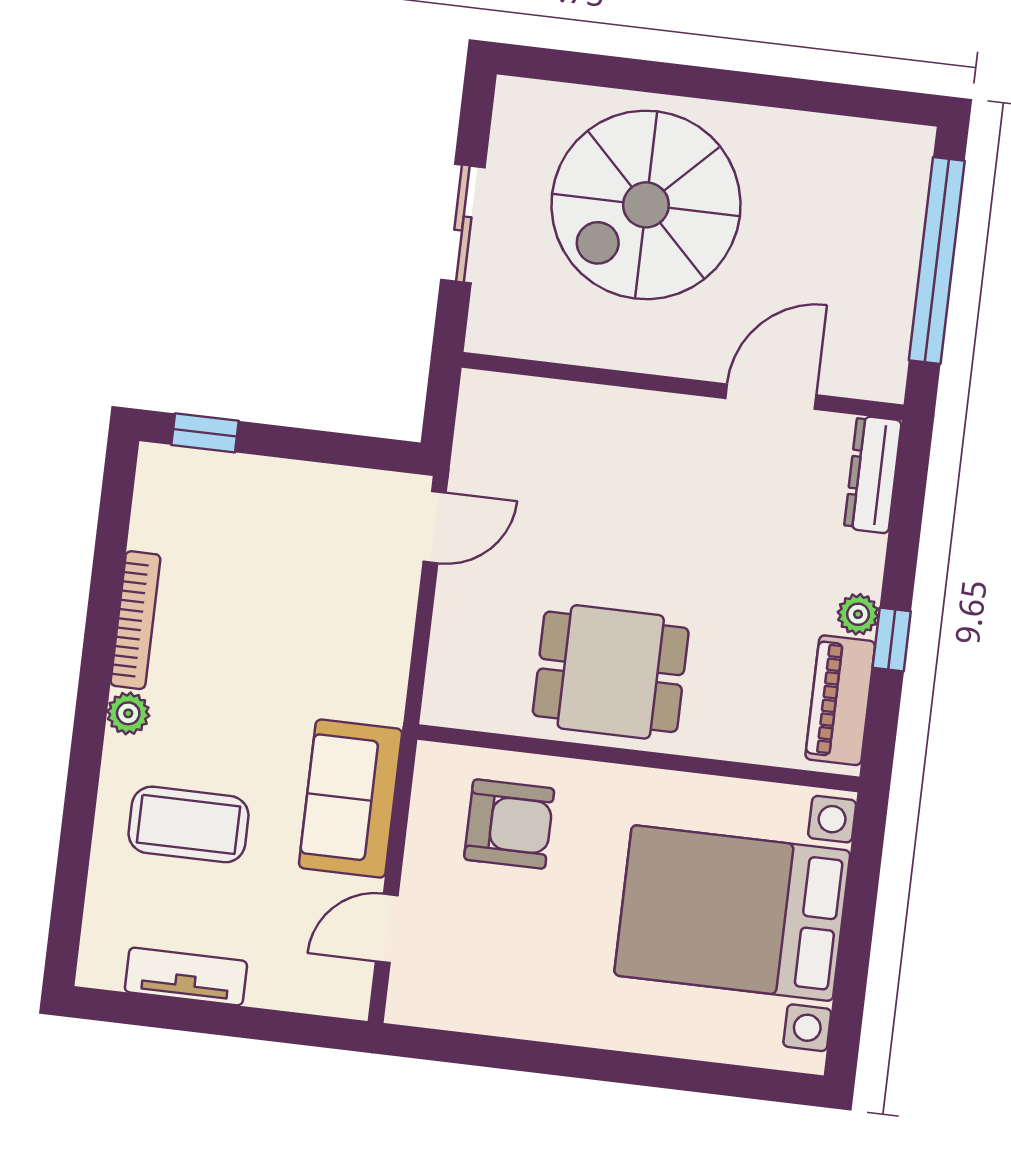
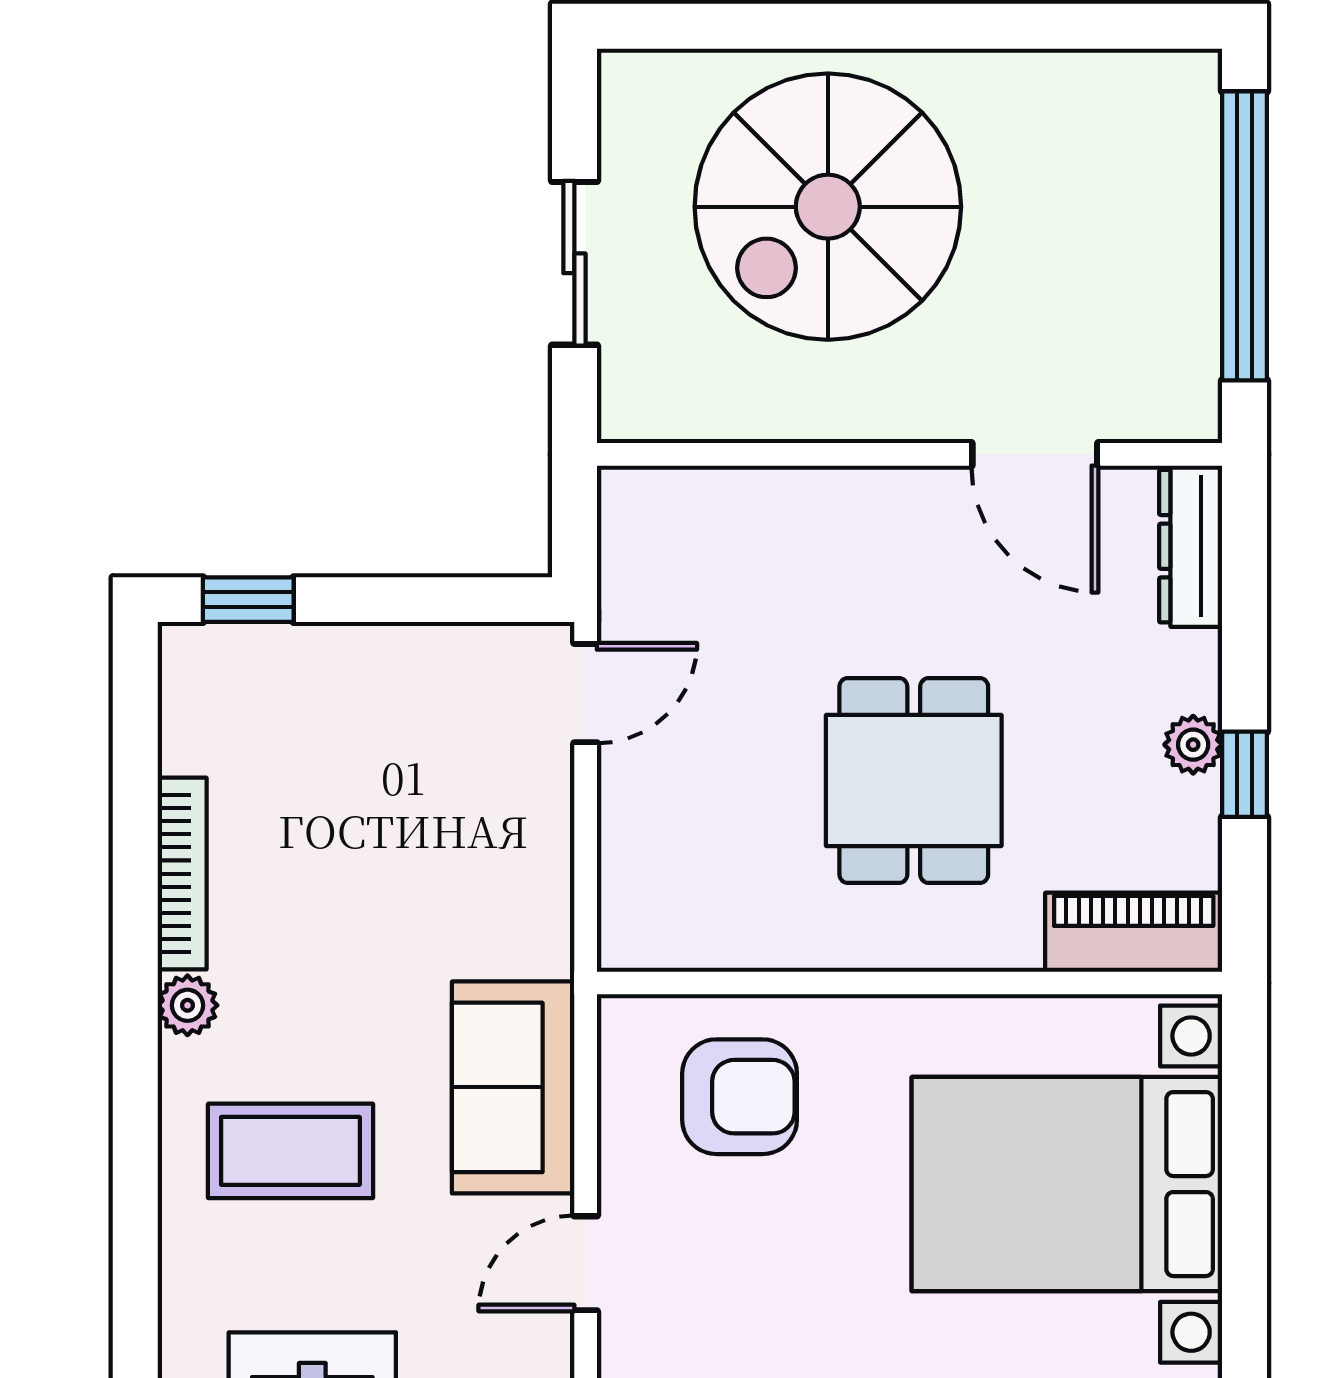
door: (771, 397) -> (1035, 454), swing flipped
dining table: (611, 672) -> (914, 780), moved, turned 90
piano: (840, 700) -> (1134, 932), moved, turned 90

